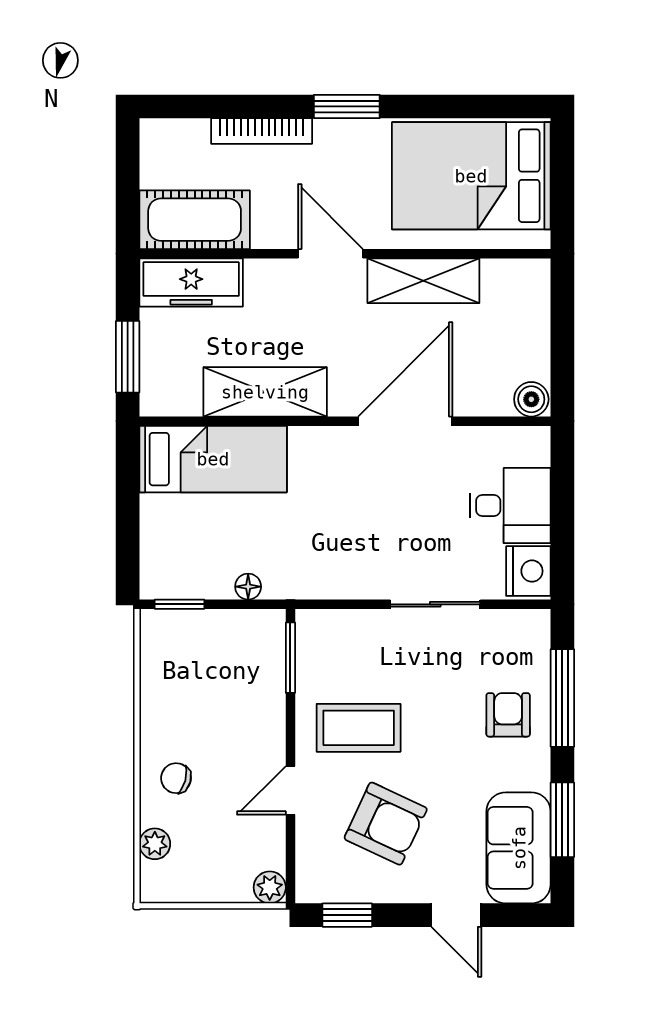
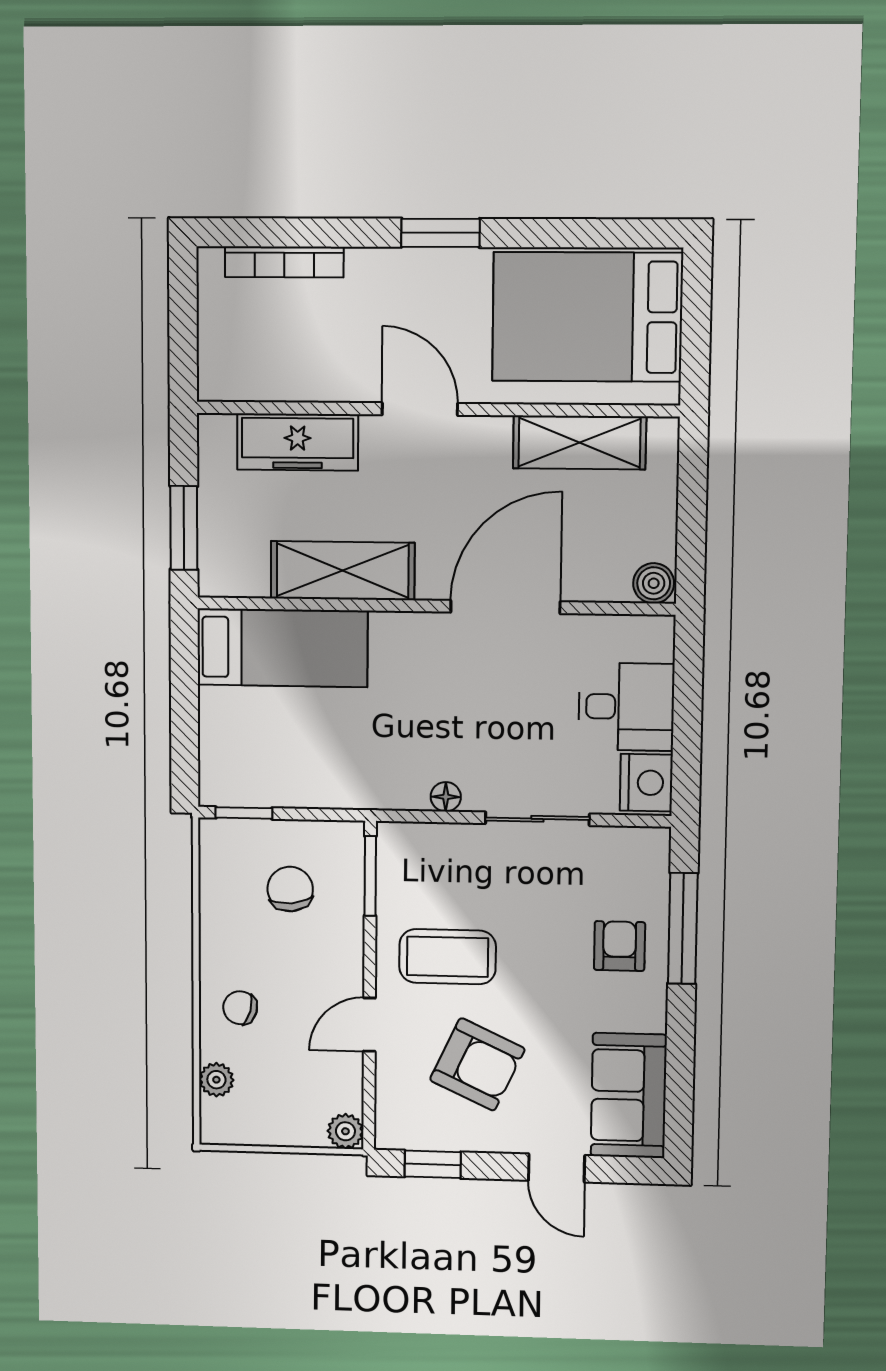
bookcase: (262, 131) -> (284, 262), moved
cot: (195, 220) -> (261, 367), removed
shelving: (423, 281) -> (579, 442), moved
freezer: (191, 282) -> (298, 442), moved
floor lamp: (248, 587) -> (446, 797), moved
chair: (220, 671) -> (290, 889), added
window: (562, 820) -> (680, 1066), removed

